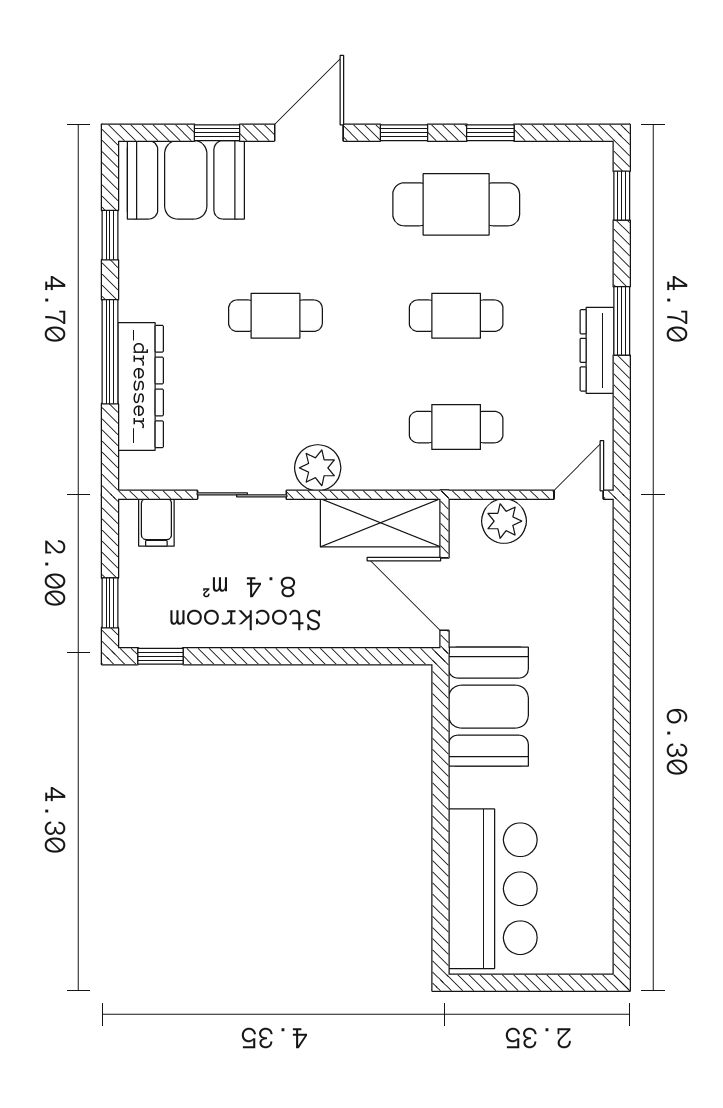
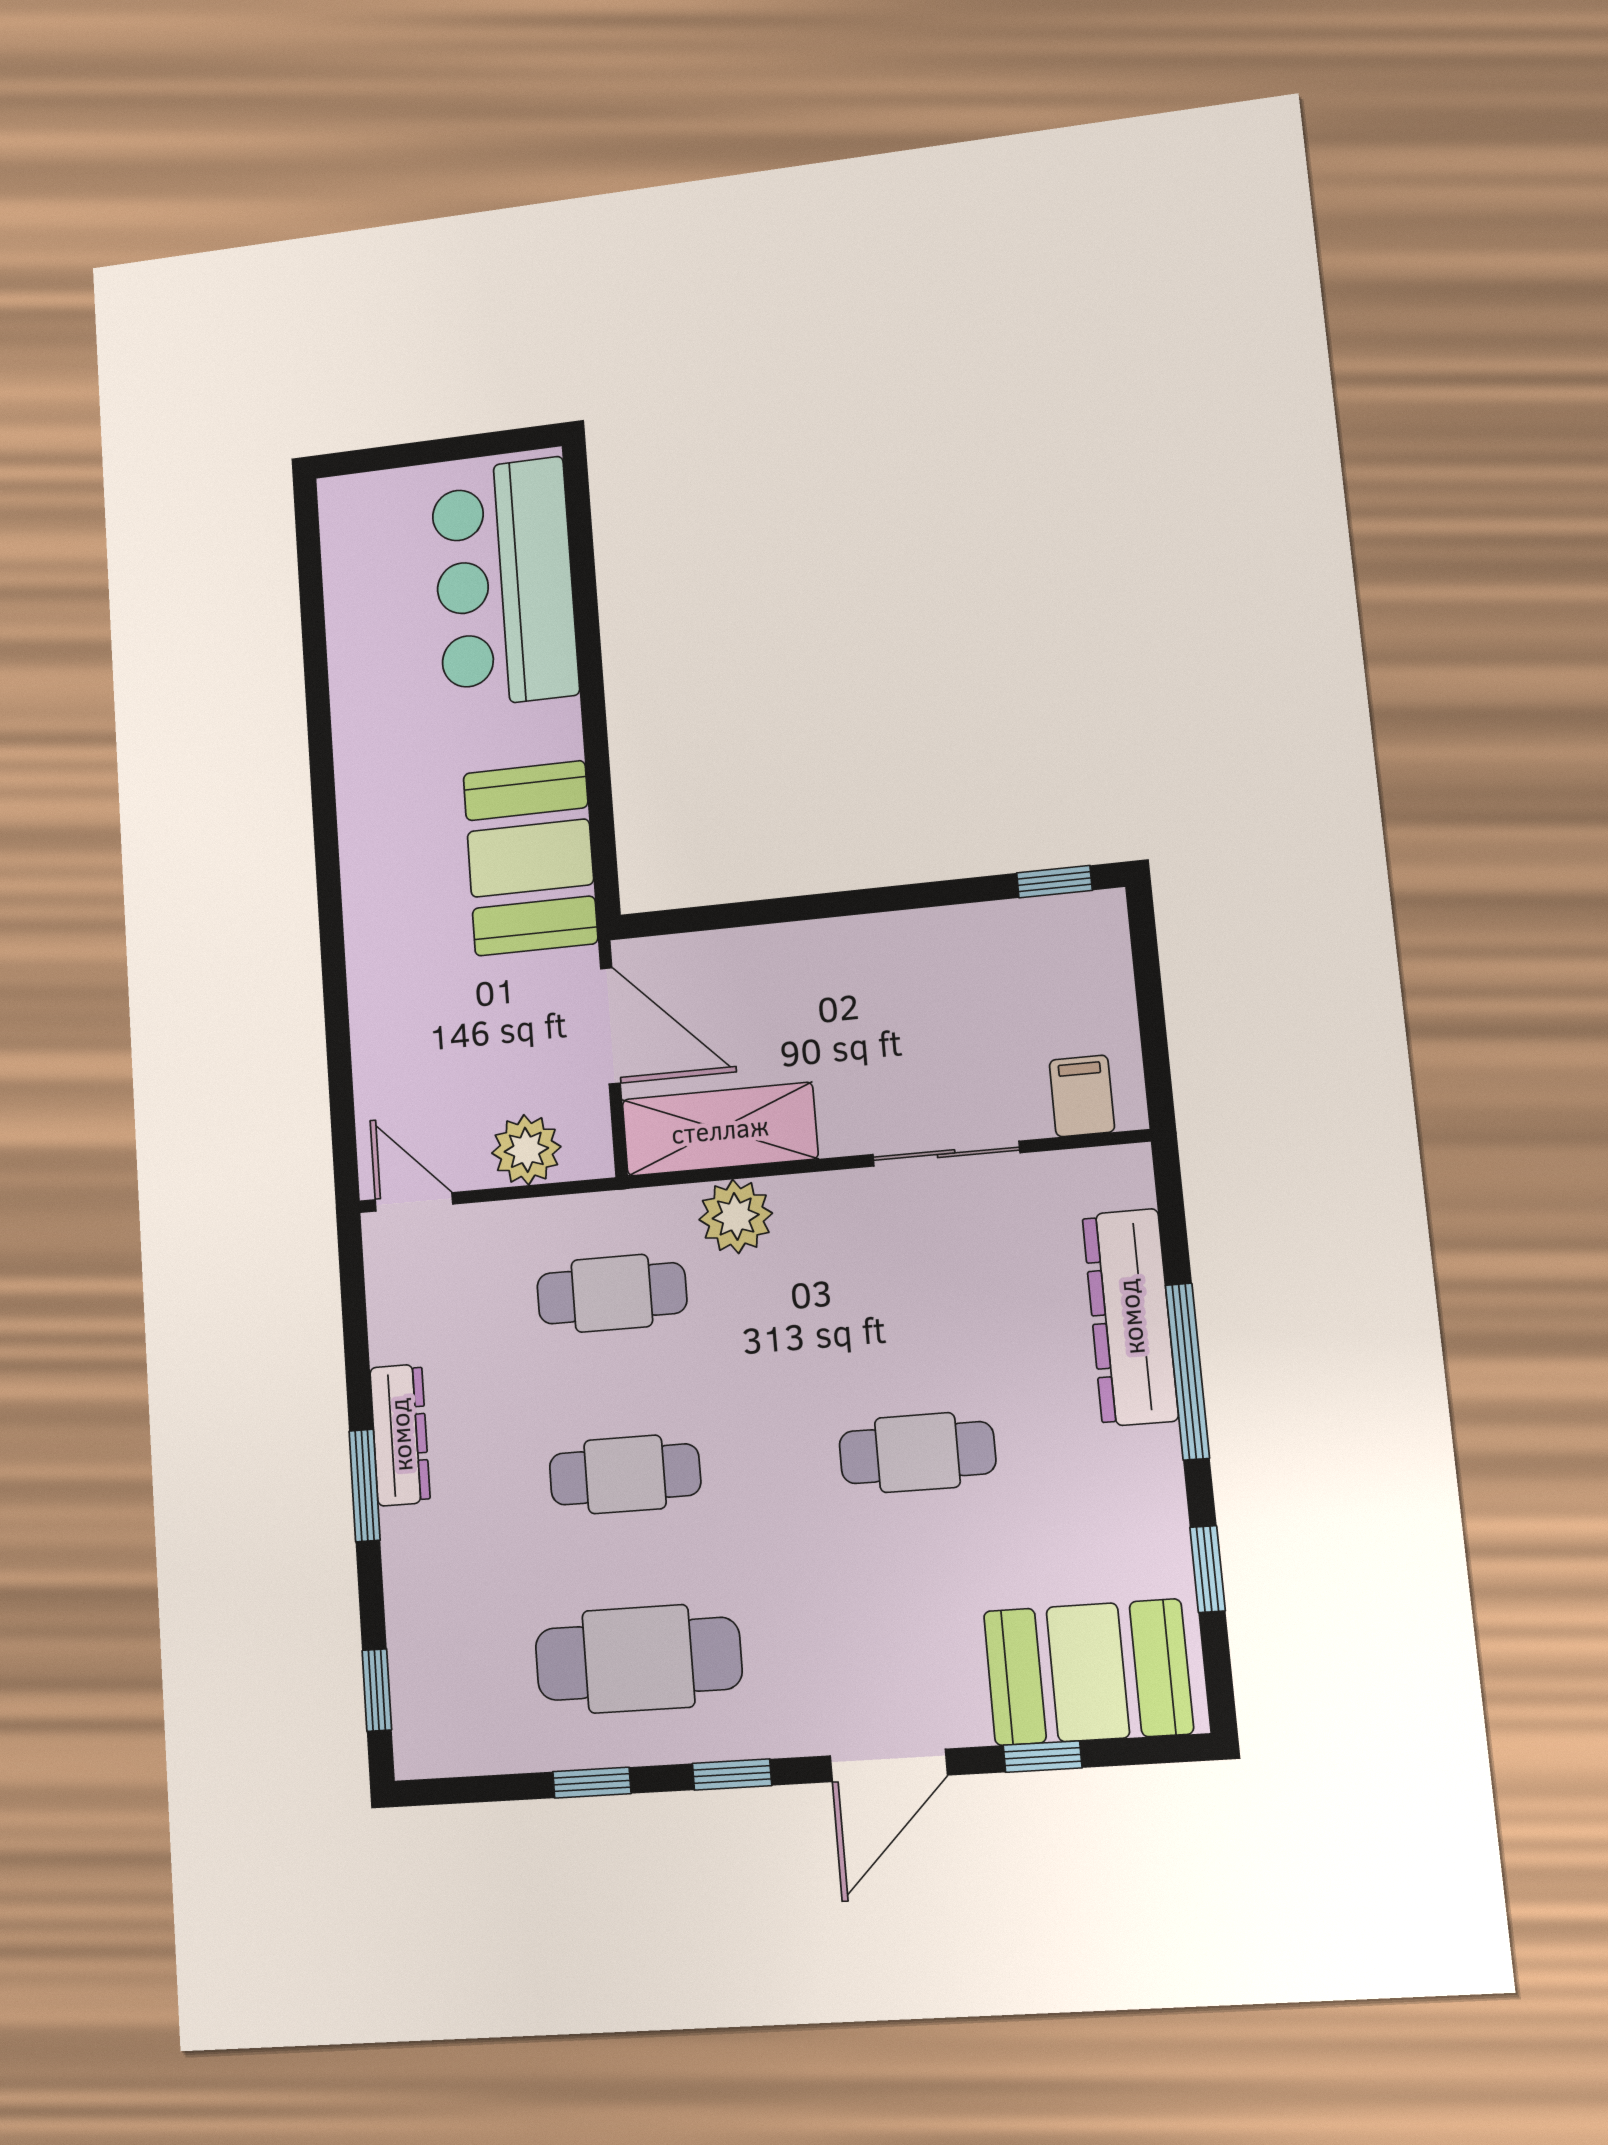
plant: (318, 468) -> (736, 1216), moved
door: (579, 495) -> (414, 1202), swing flipped
window: (110, 603) -> (1146, 958), removed

